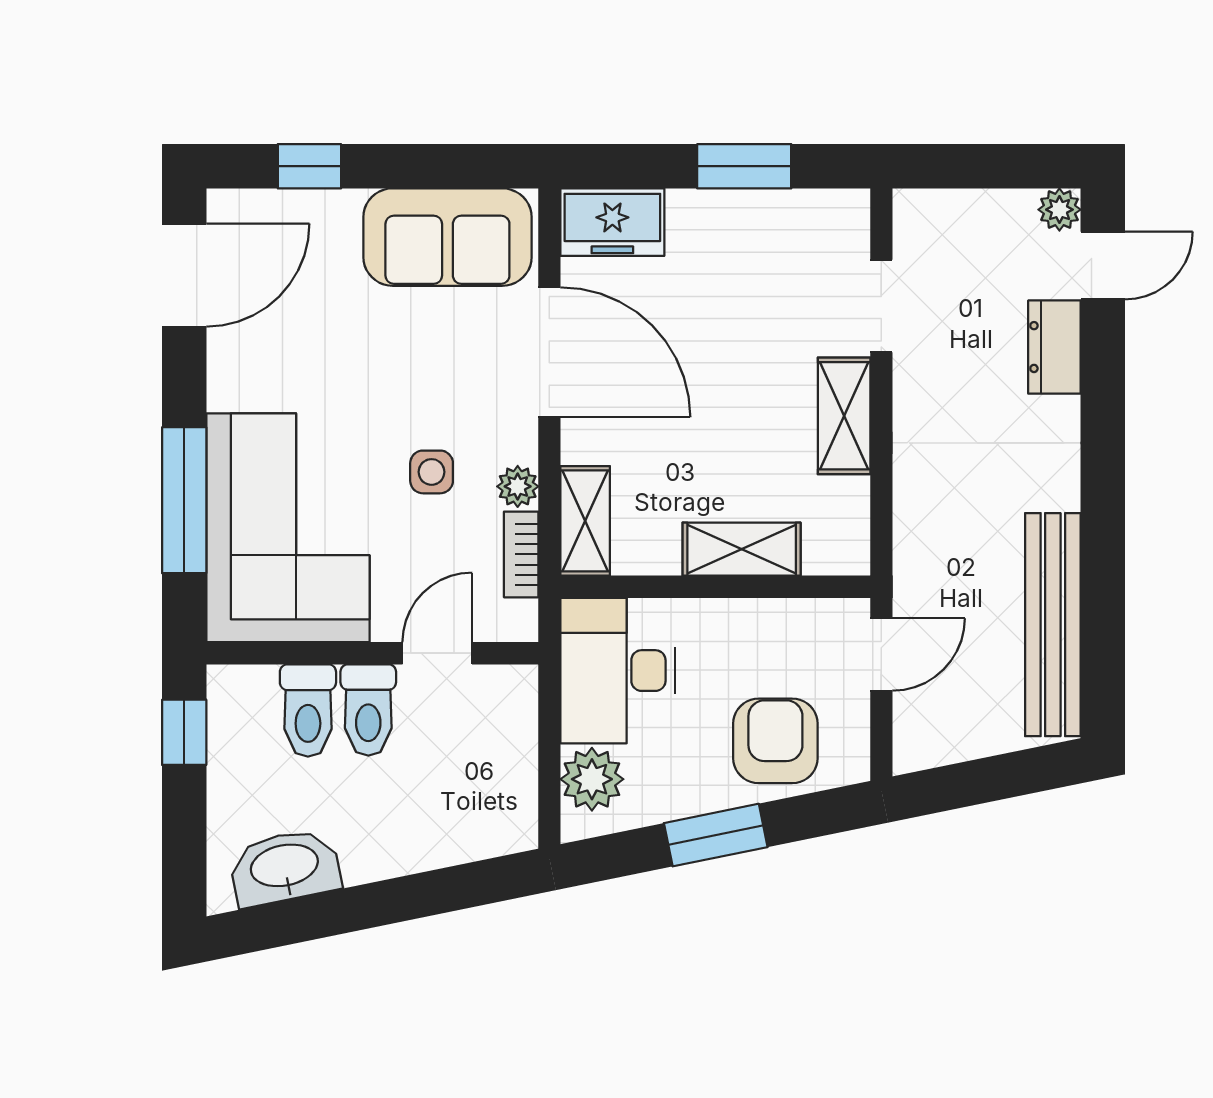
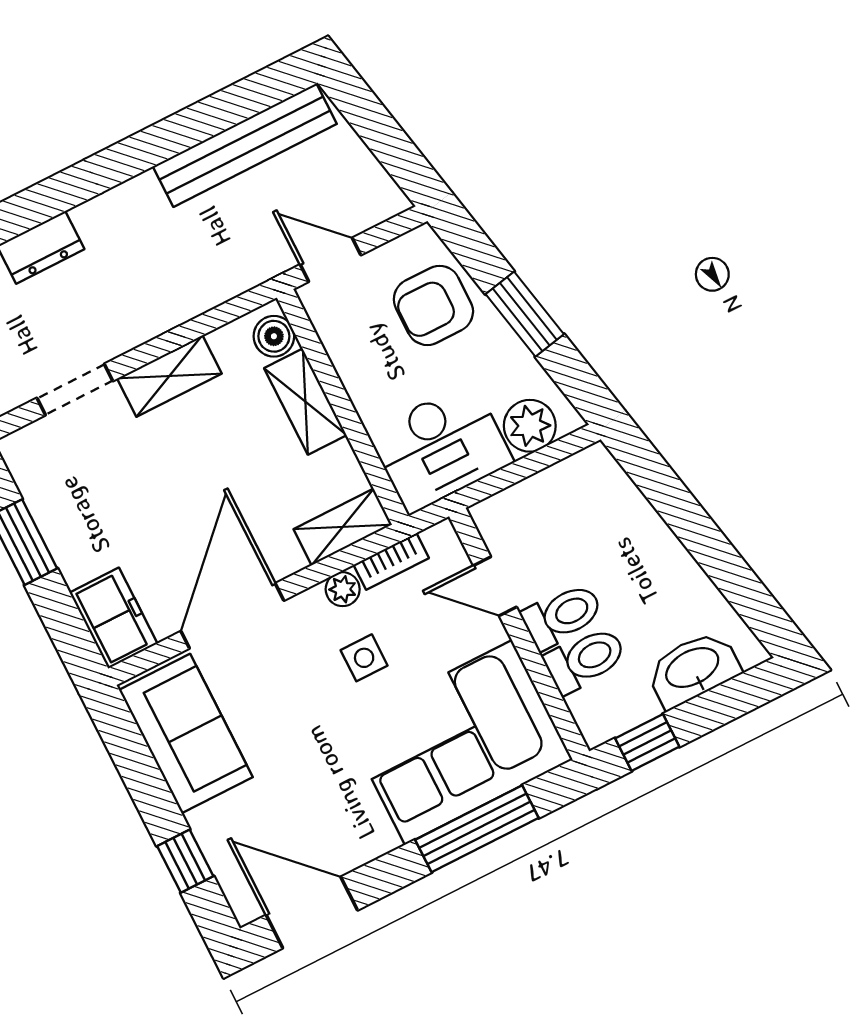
boiler: (830, 551) -> (274, 336), added
washbasin: (285, 867) -> (693, 669), moved, turned 102

